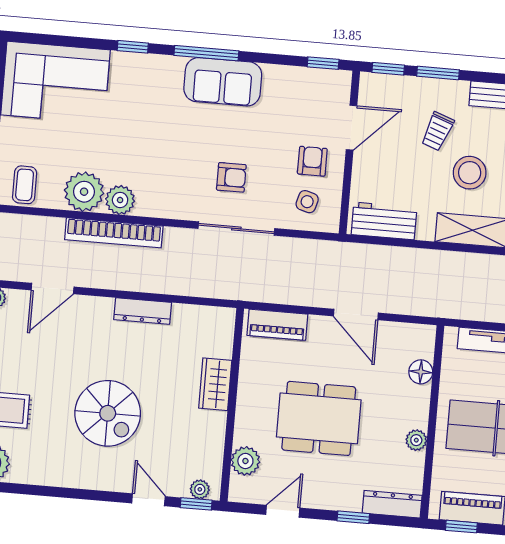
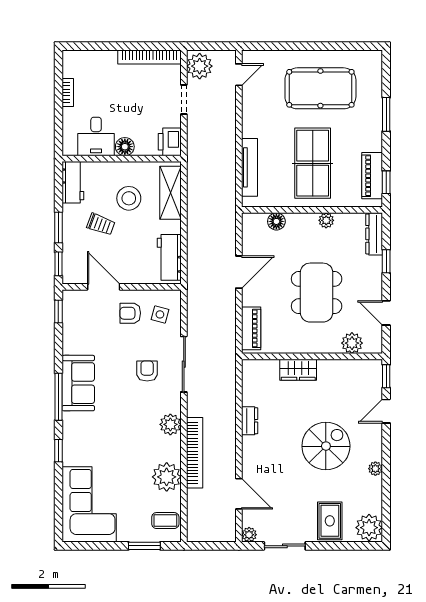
plant: (120, 200) -> (170, 424), moved
dresser: (143, 311) -> (250, 421), width x0.70
plant: (200, 489) -> (375, 469), moved

